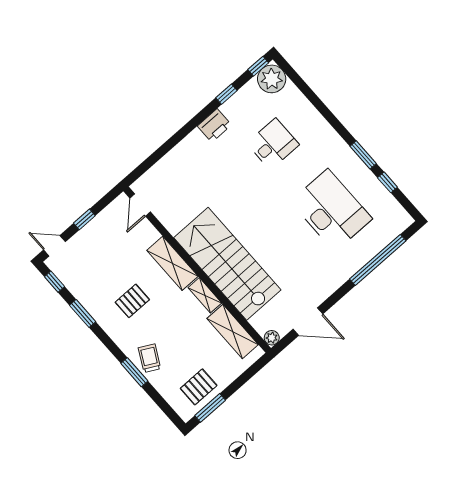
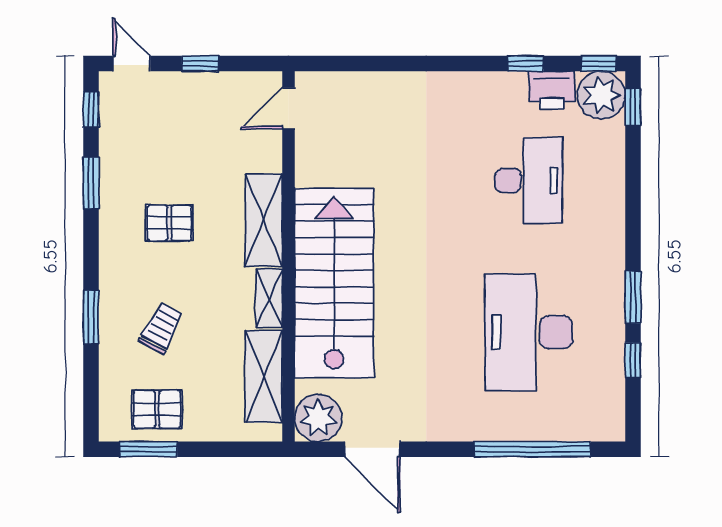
window: (290, 72) -> (633, 107), added
printer: (214, 126) -> (552, 90), moved
desk: (273, 144) -> (529, 181), width x1.37
desk: (331, 210) -> (529, 332), turned 180
plant: (272, 338) -> (318, 418), width x1.88, depth x1.88
trolley: (149, 358) -> (161, 328), moved

